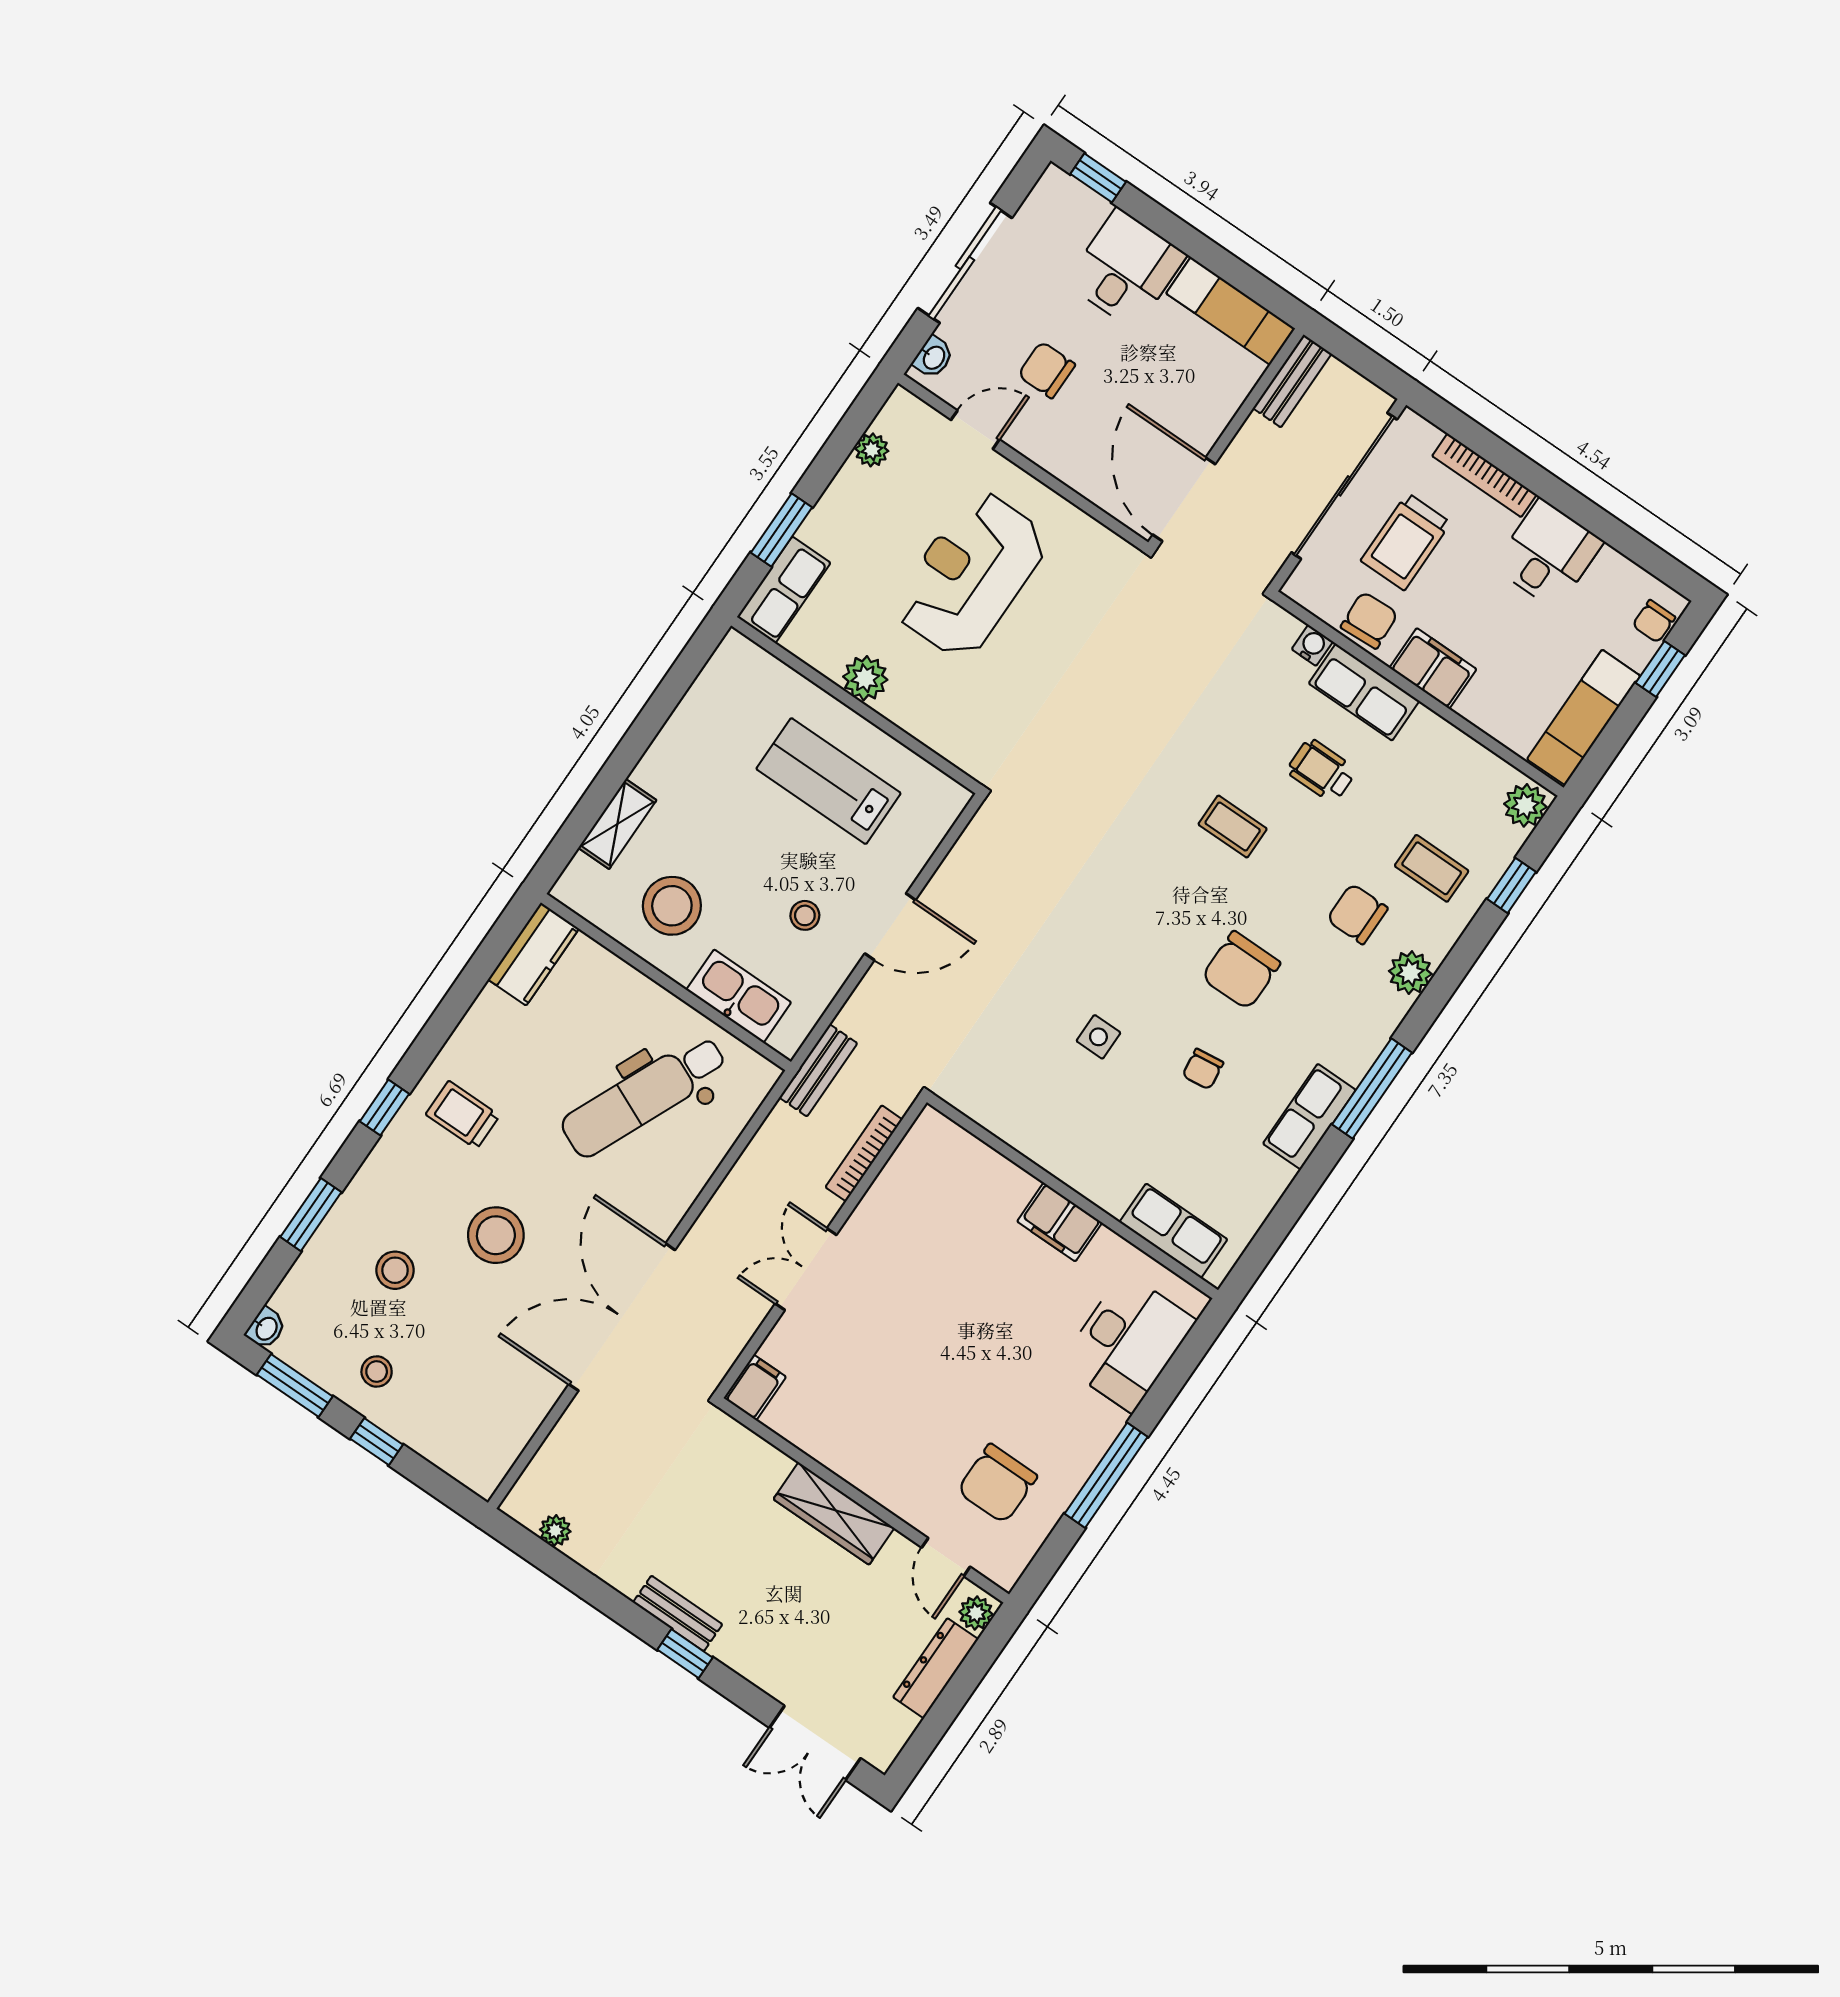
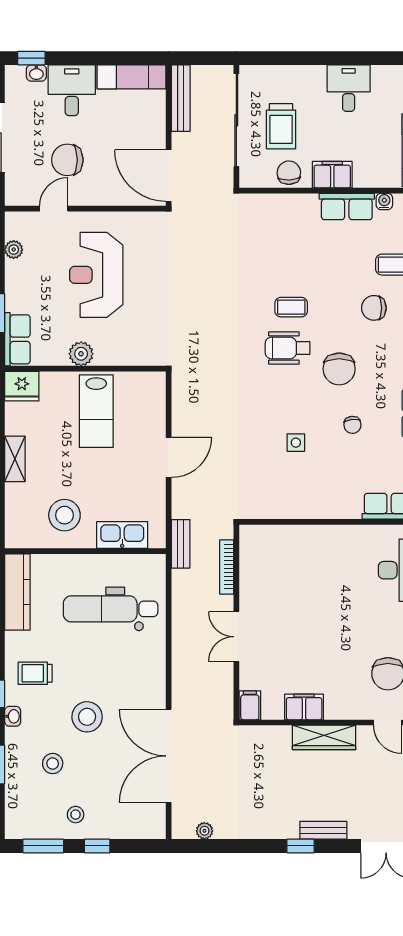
washbasin: (933, 357) -> (36, 73), moved, turned 90
chair: (1047, 370) -> (67, 160), width x1.37, depth x1.37
bench: (1292, 381) -> (181, 98), width x1.36
bookcase: (1484, 475) -> (296, 72), removed
water cooler: (1312, 645) -> (384, 201), moved
fridge: (742, 666) -> (22, 386), added
row of seats: (1364, 692) -> (347, 206), moved
wheelchair: (1322, 771) -> (287, 348), moved, width x1.36, depth x1.37
lab bench: (828, 781) -> (96, 411), turned -90
shelving: (617, 824) -> (15, 459), moved
stool: (805, 915) -> (127, 479), removed
kitchen counter: (533, 954) -> (17, 592), width x1.50
dental chair: (644, 1096) -> (111, 609), turned 66
filing cabinet: (1060, 1222) -> (304, 707), moved, turned 180
double door: (622, 1317) -> (169, 756), moved
washbasin: (266, 1328) -> (13, 716), moved
bench: (678, 1613) -> (323, 830), moved

